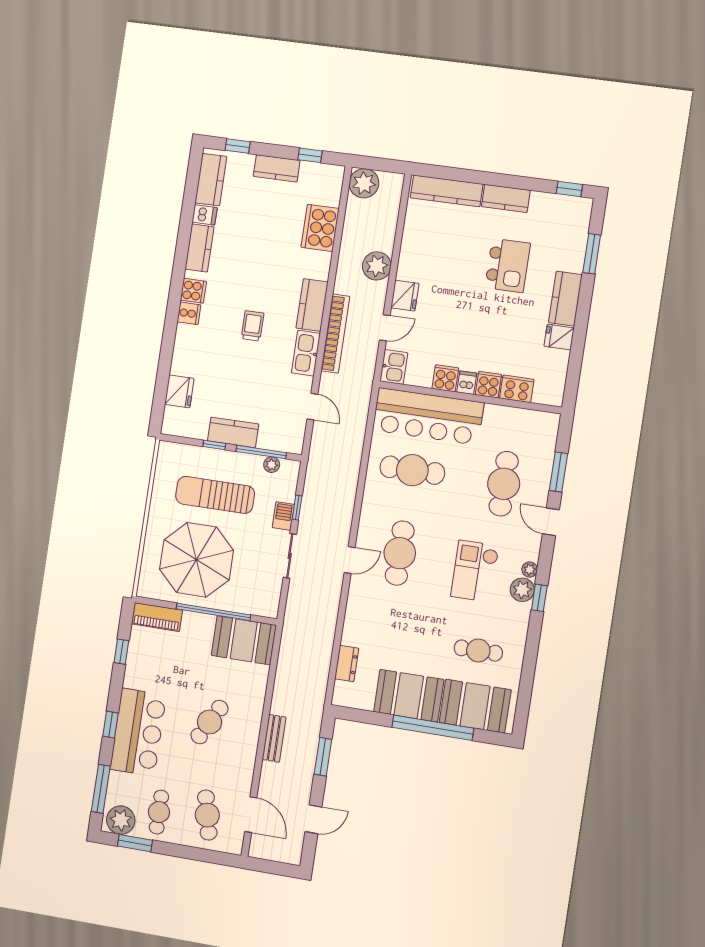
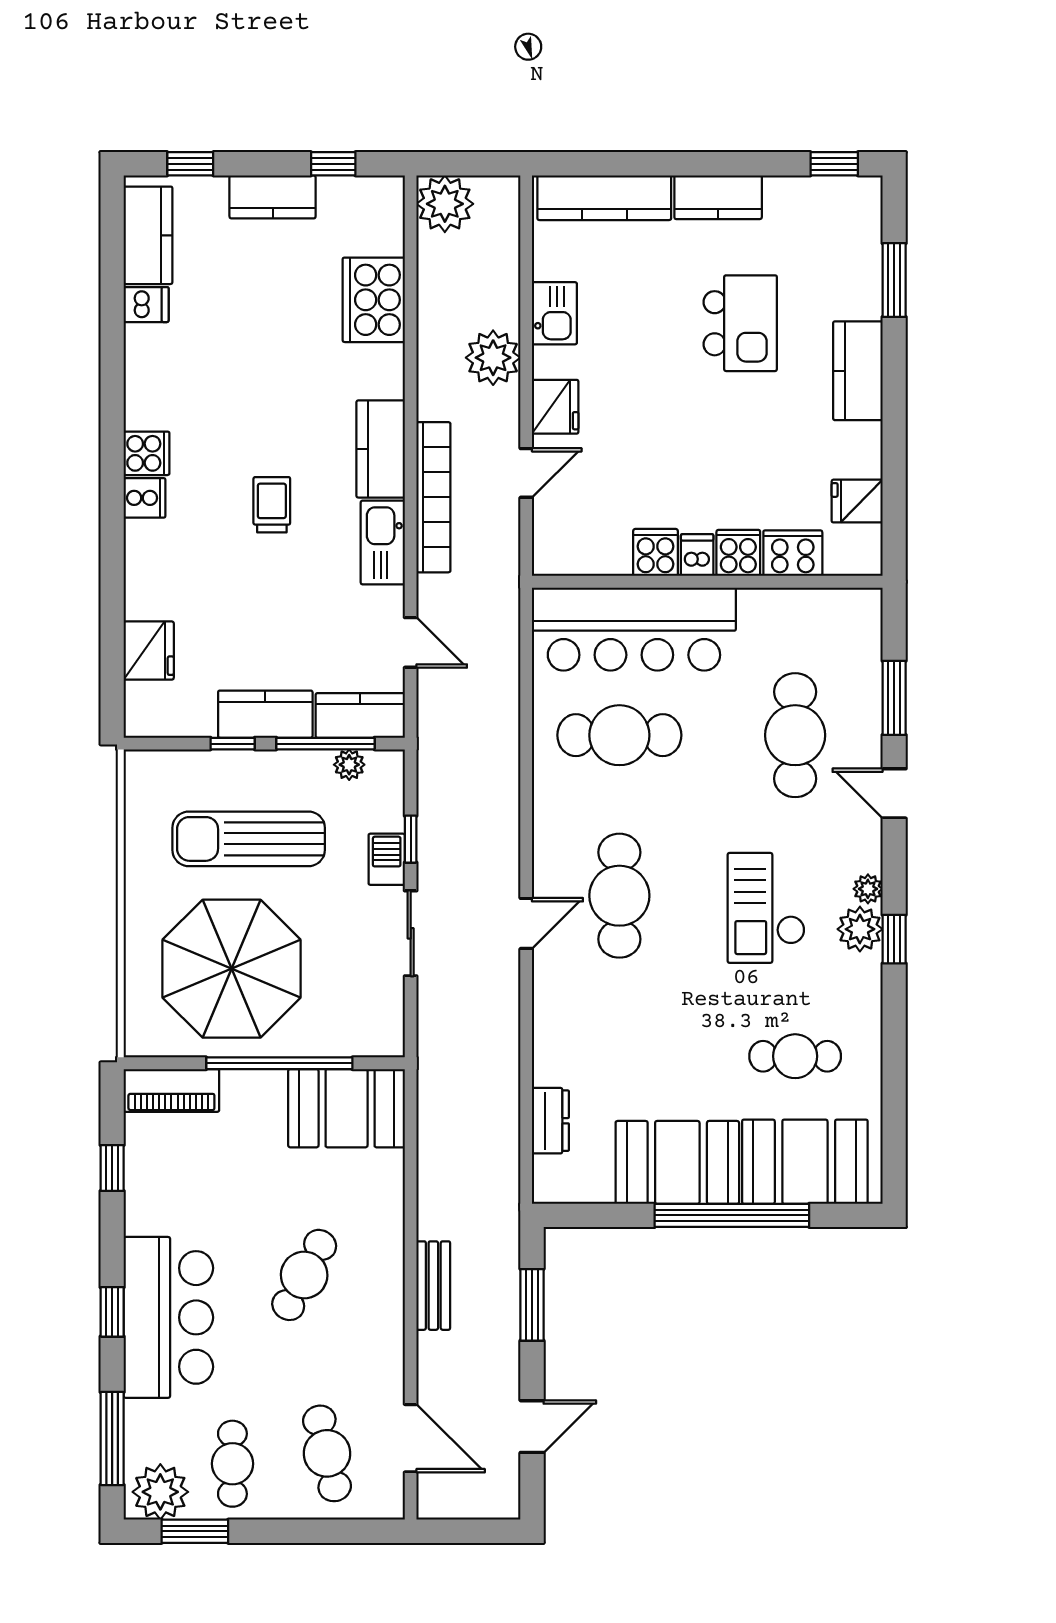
kitchen counter: (199, 248) -> (360, 715), moved, turned -90
fridge: (559, 337) -> (857, 501), moved
kitchen sink: (394, 367) -> (554, 313), moved

